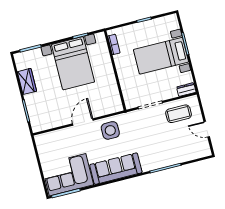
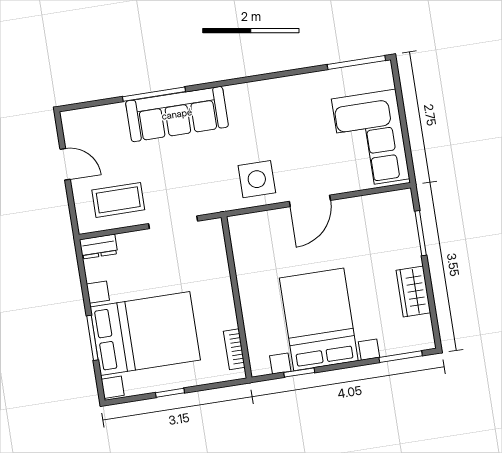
bed with nightstands: (161, 56) -> (145, 333), width x1.36
sofa: (116, 169) -> (177, 114), moved
corner sofa: (68, 175) -> (371, 139), moved, turned 90

